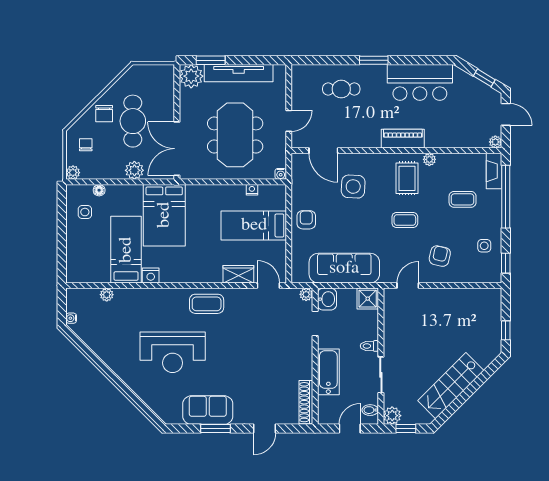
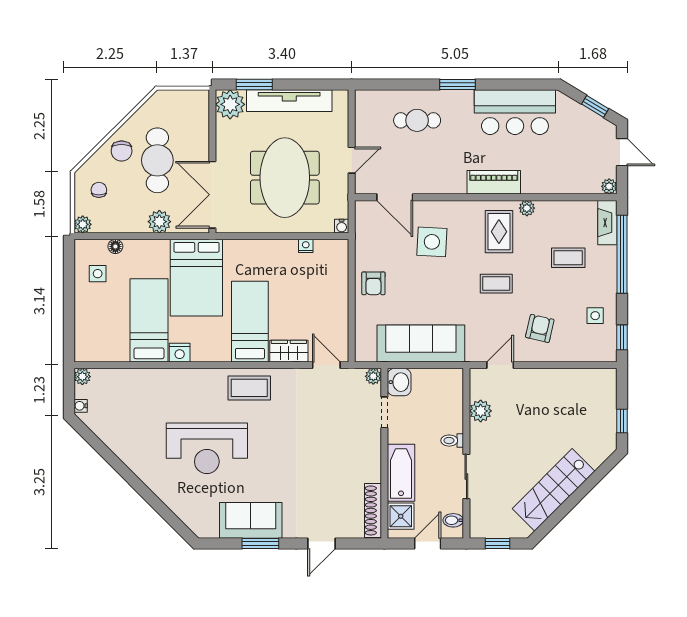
armchair: (306, 220) -> (373, 283), turned 180
bed: (254, 225) -> (250, 322), moved, turned 90
plant: (107, 295) -> (82, 377), moved
shower: (368, 299) -> (401, 516), moved
plant: (392, 416) -> (481, 411), moved

